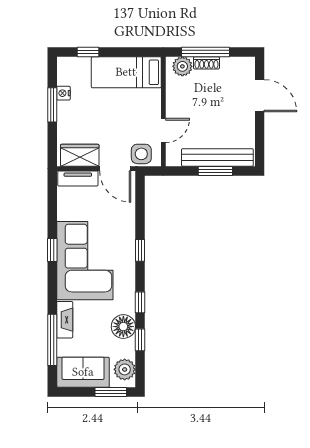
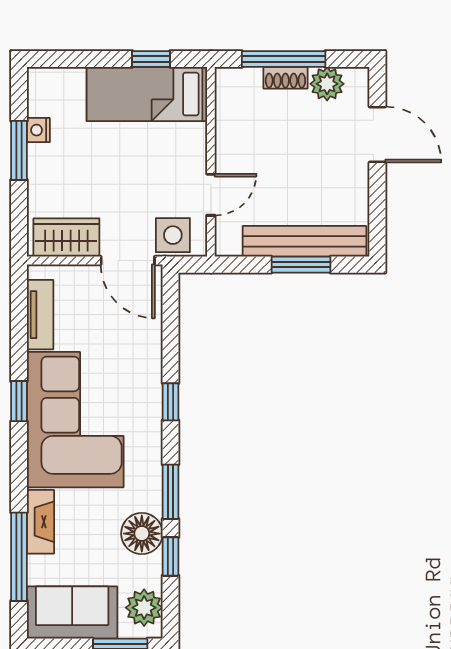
window: (88, 52) -> (151, 59), moved
plant: (182, 66) -> (327, 84), moved
tv unit: (78, 178) -> (40, 315), moved, turned -90
window: (140, 302) -> (170, 492), width x1.50

